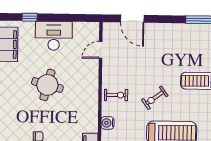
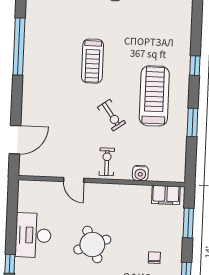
door: (101, 50) -> (74, 180), moved
round table: (47, 85) -> (92, 245), turned -37

